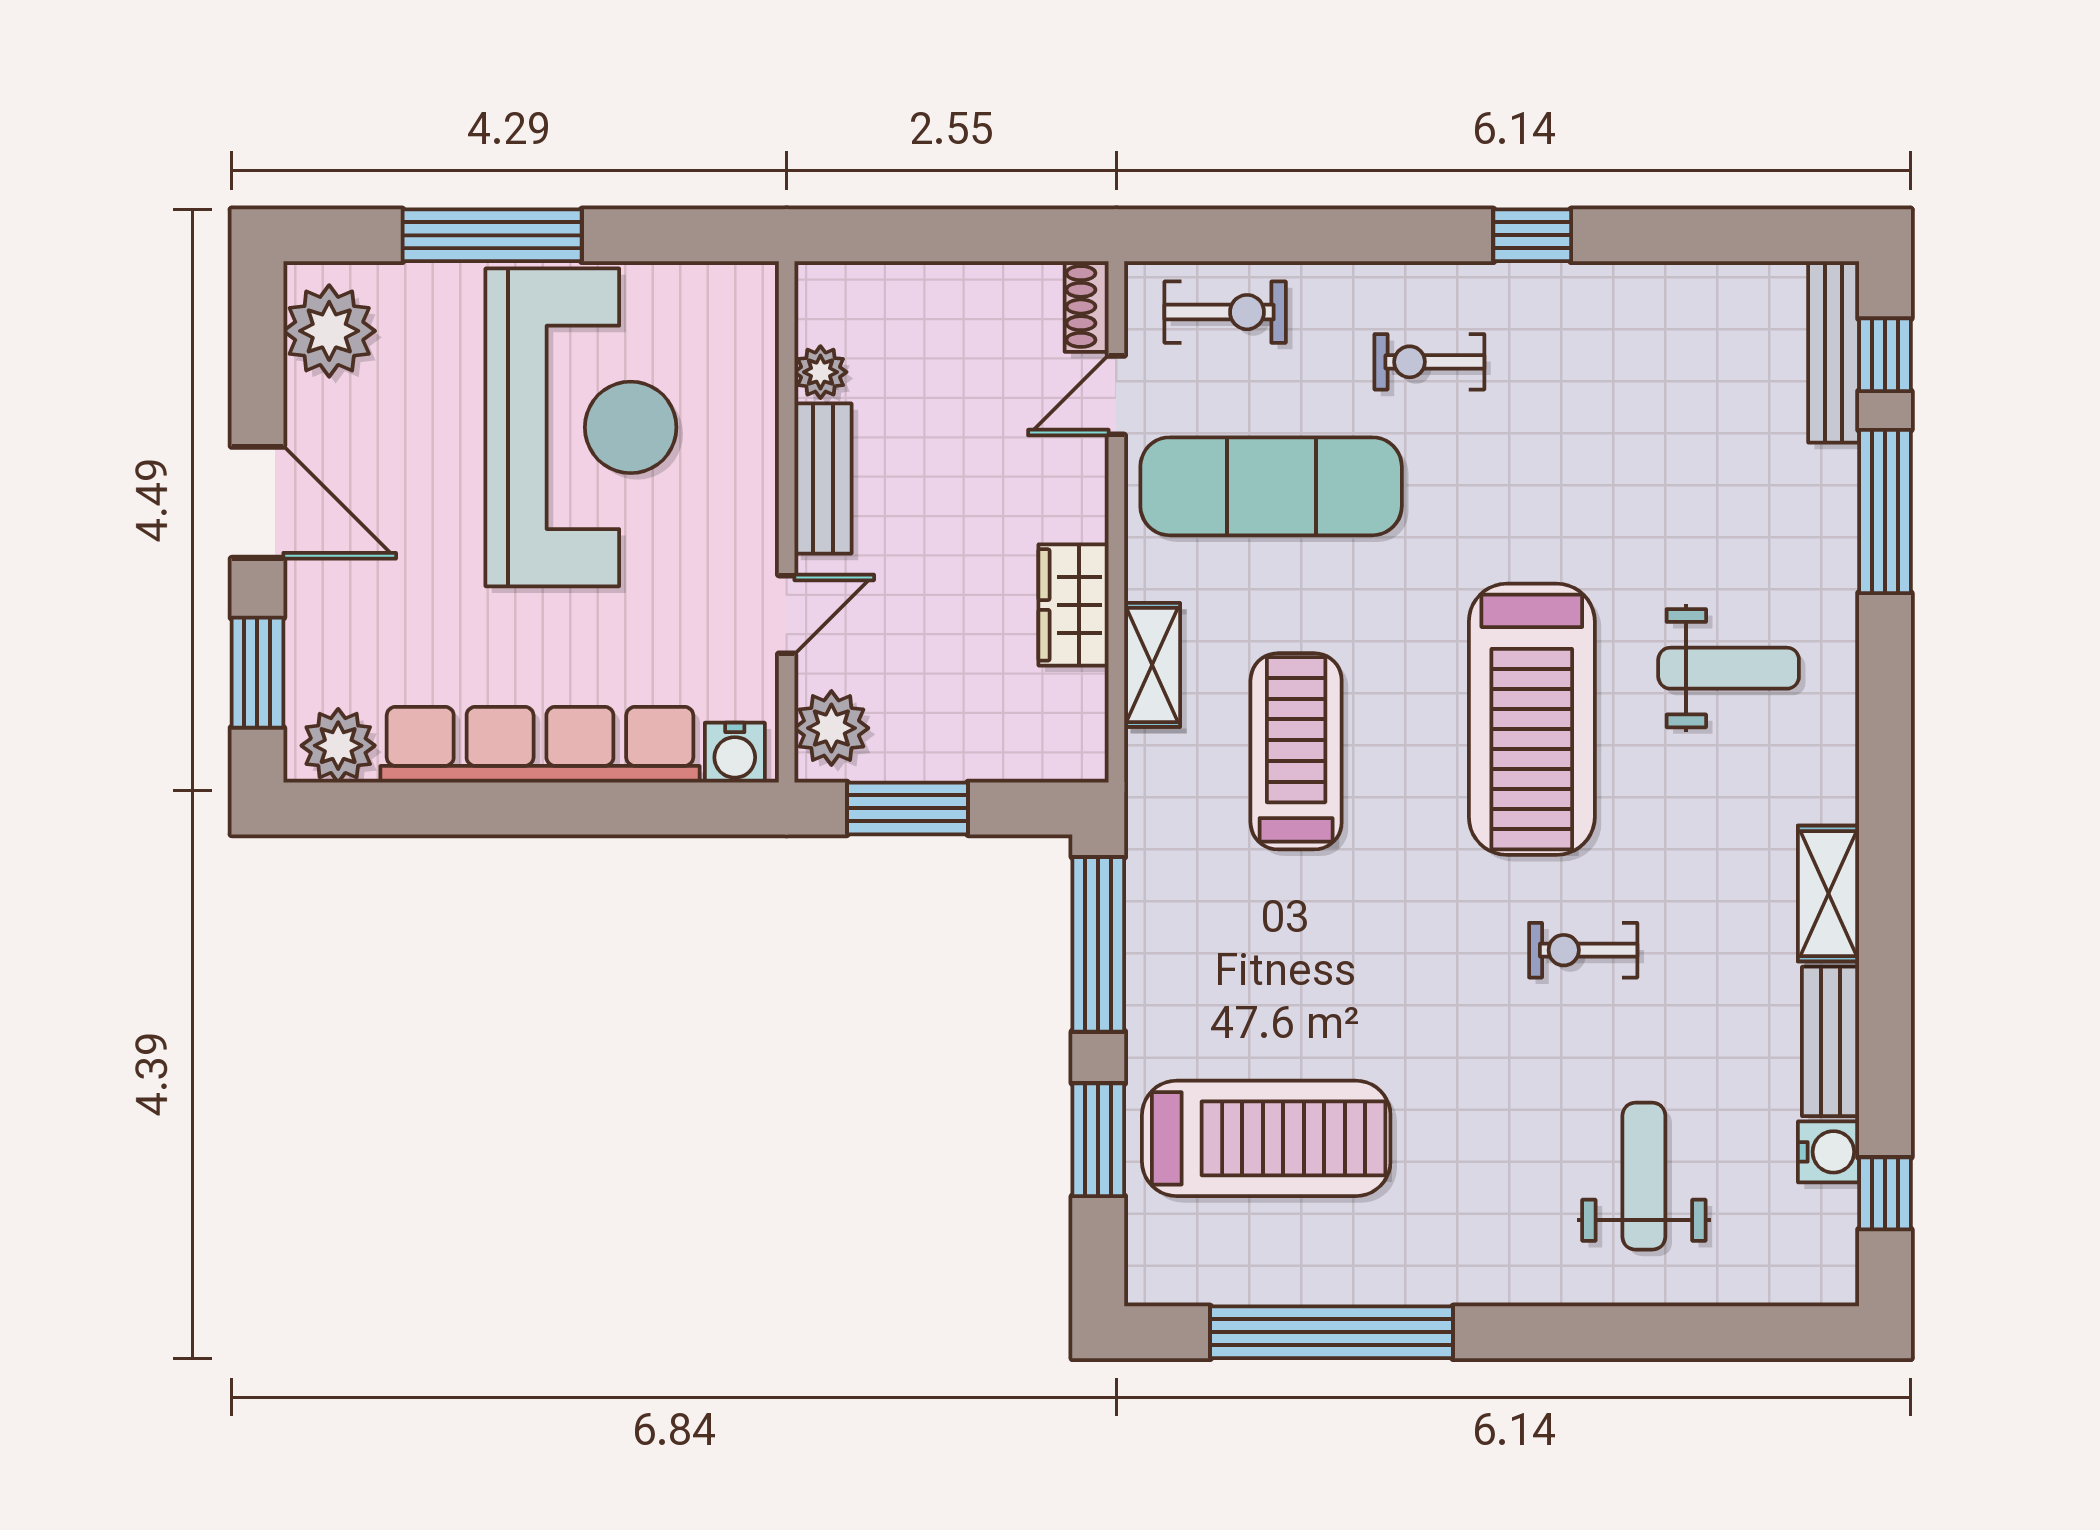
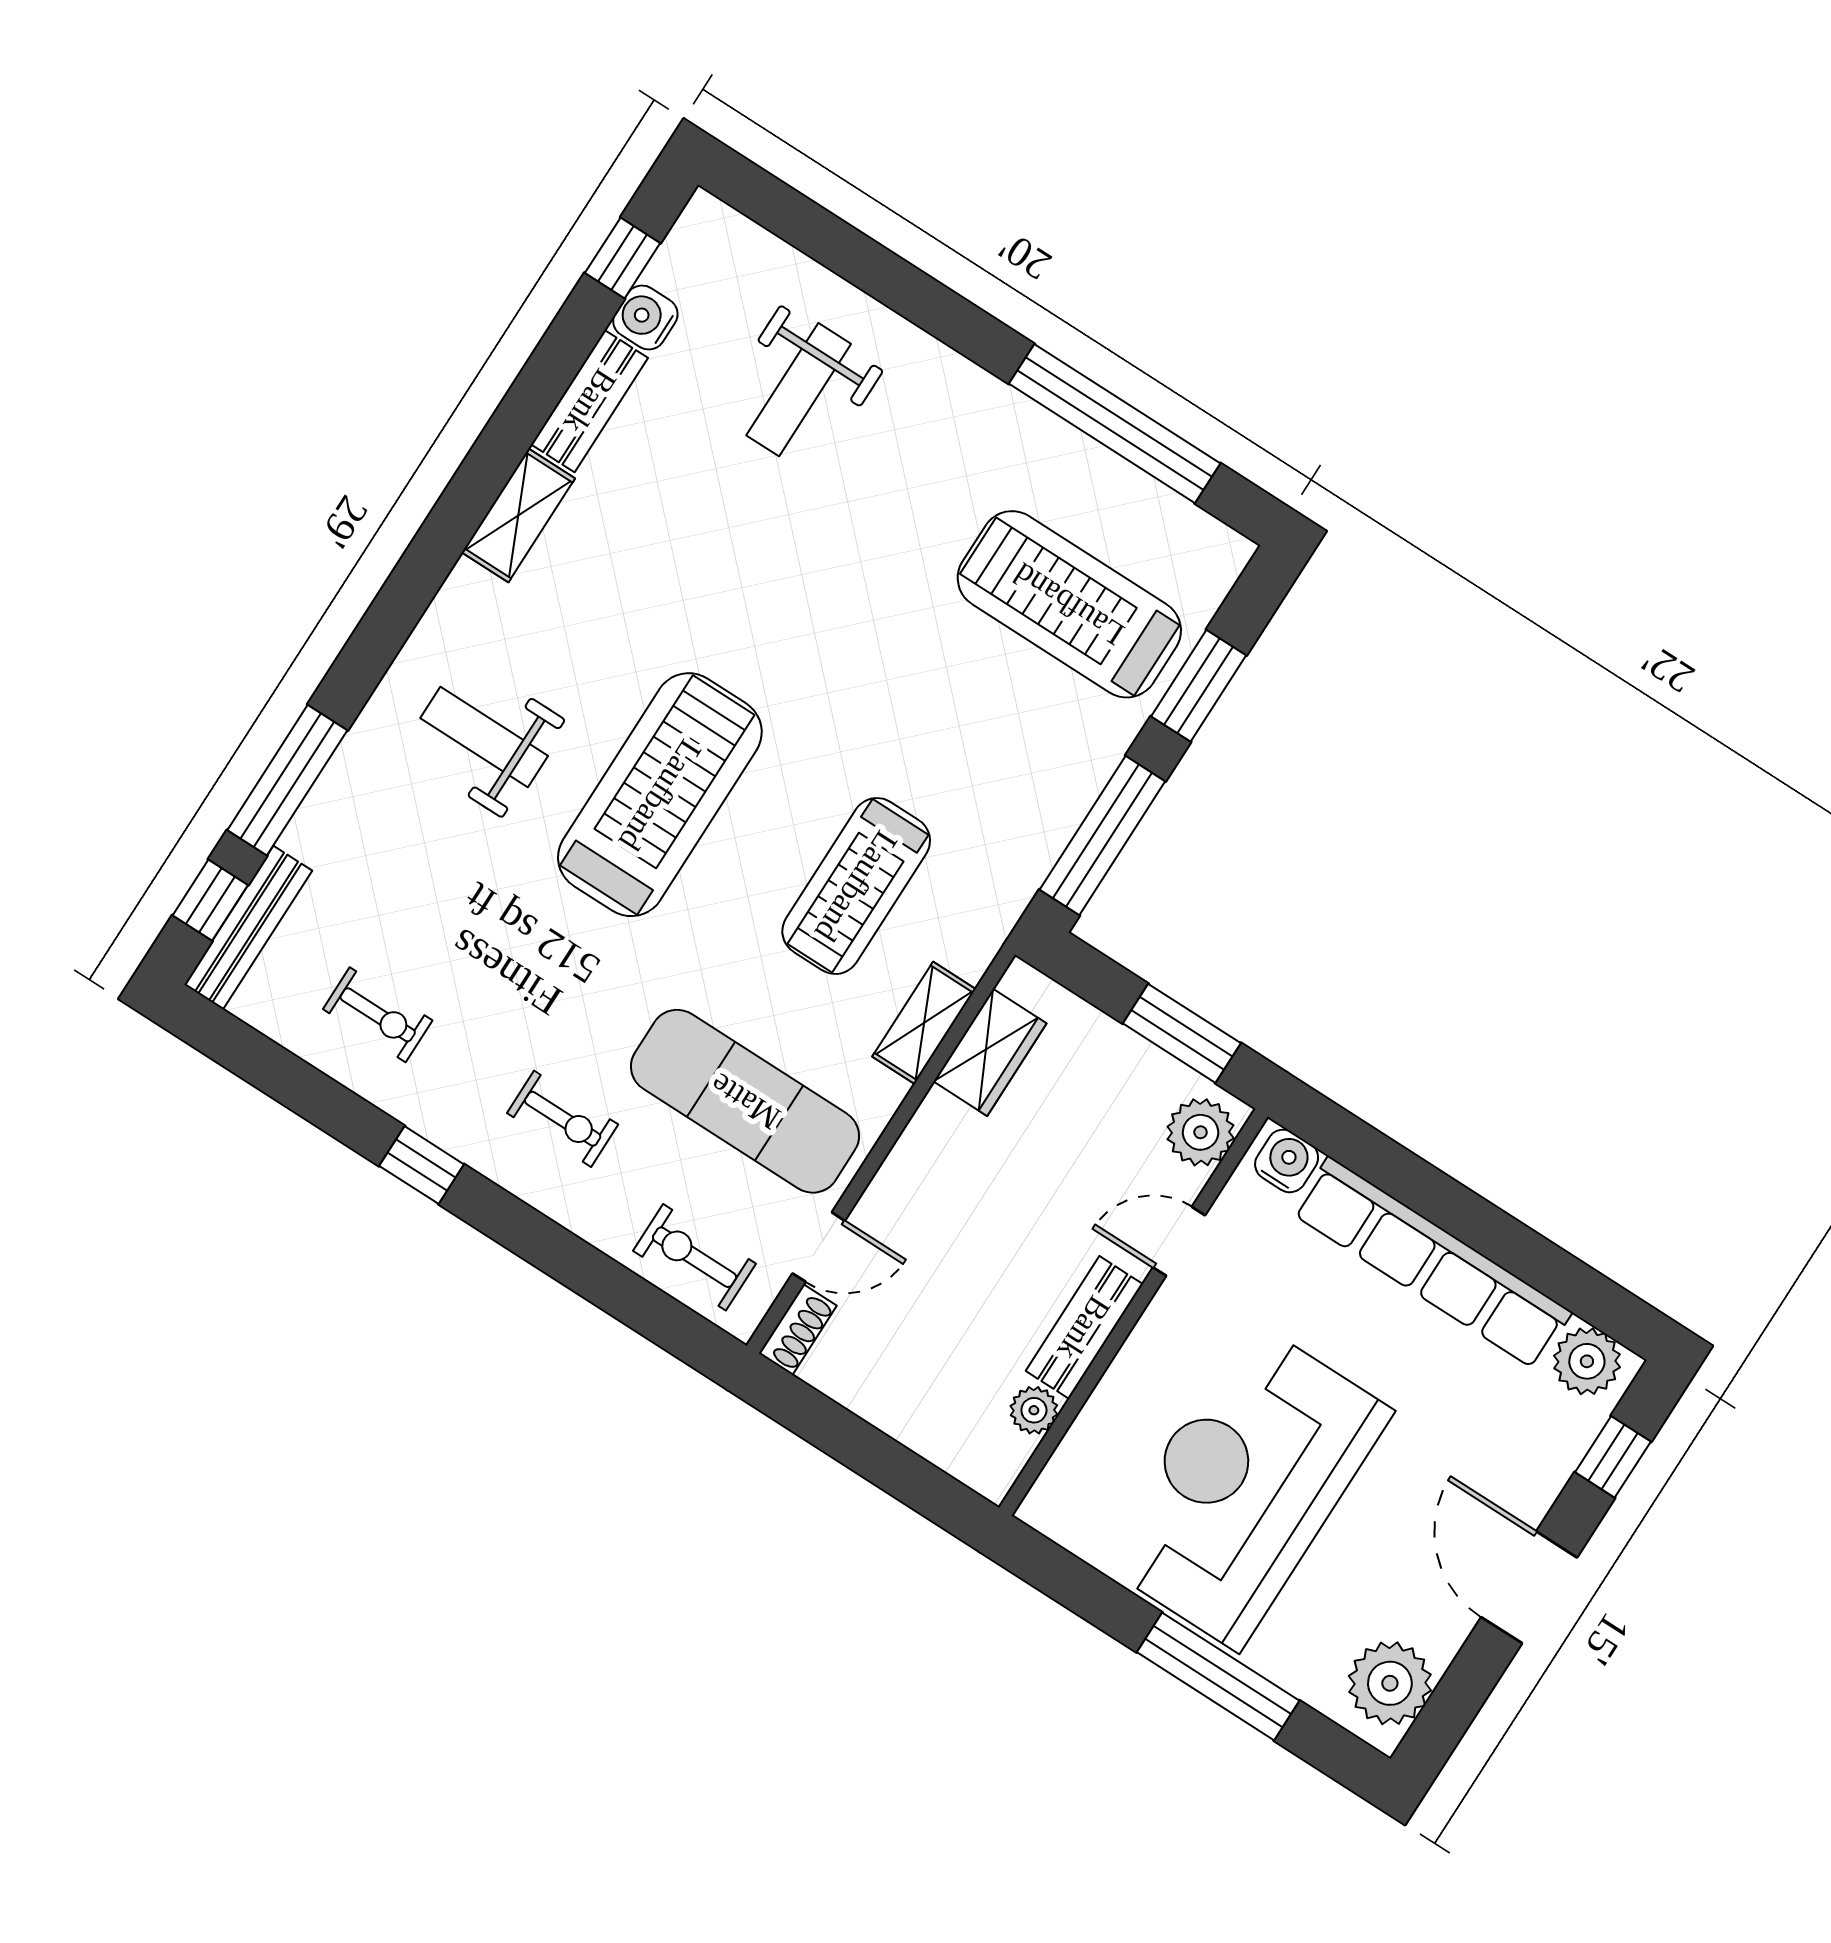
wardrobe: (1074, 605) -> (990, 1052), moved
window: (257, 673) -> (1613, 1457), width x0.67
exercise bike: (1583, 950) -> (378, 1015), moved

